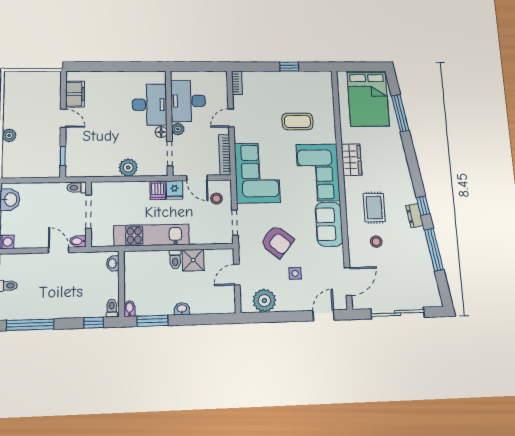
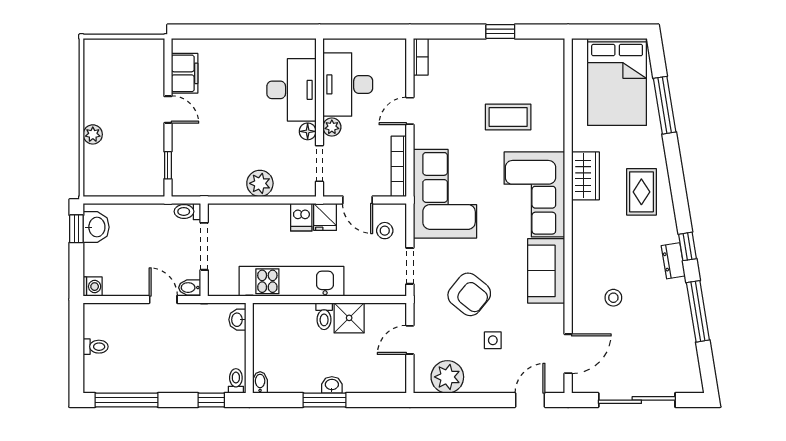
rug: (374, 208) -> (641, 192), moved
window: (153, 321) -> (325, 400), moved

